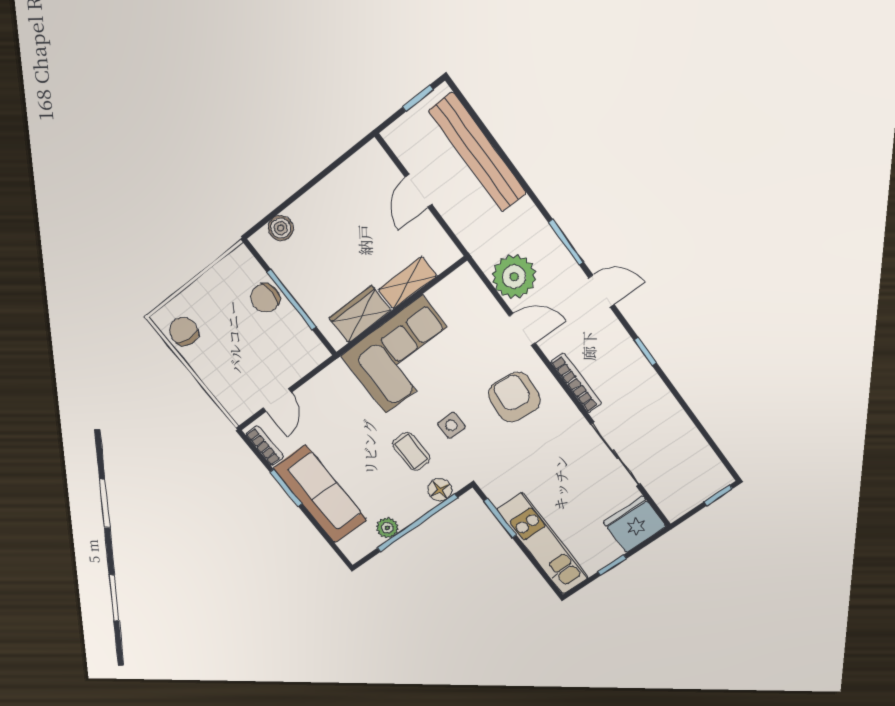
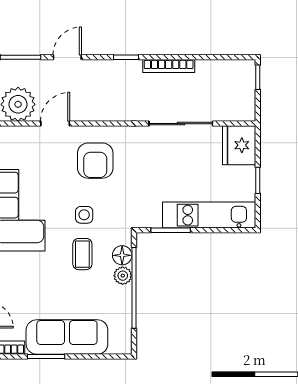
bookcase: (576, 383) -> (169, 66), moved, turned 180
armchair: (514, 397) -> (95, 161), turned -96
coffee table: (411, 451) -> (82, 254), turned 90
plant: (387, 528) -> (123, 276), moved

